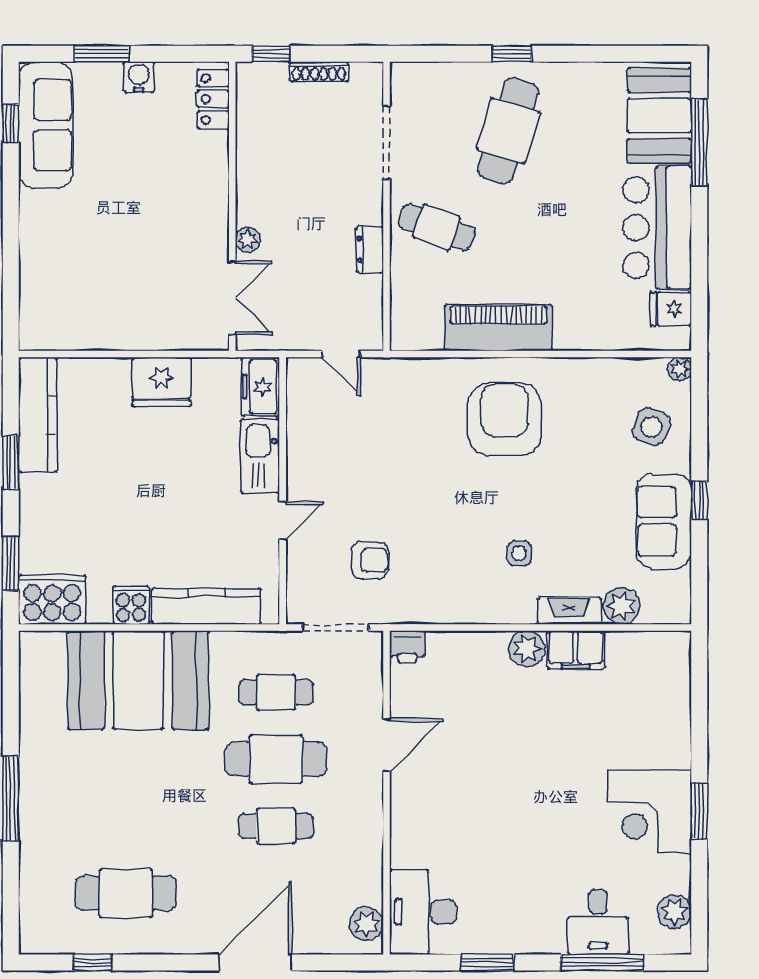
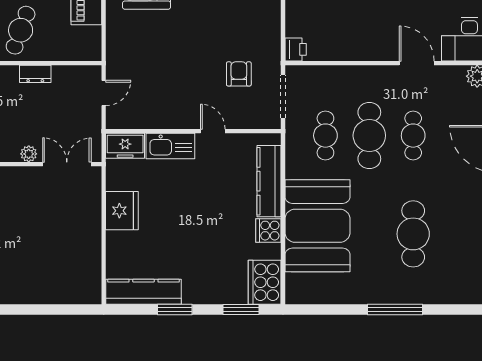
door: (386, 745) -> (417, 63), moved
cafe table: (126, 893) -> (413, 234), moved

